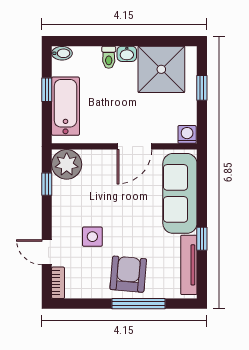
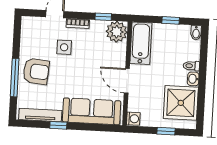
bathtub: (65, 106) -> (141, 43), moved, turned -90
bookcase: (58, 283) -> (78, 23), moved

